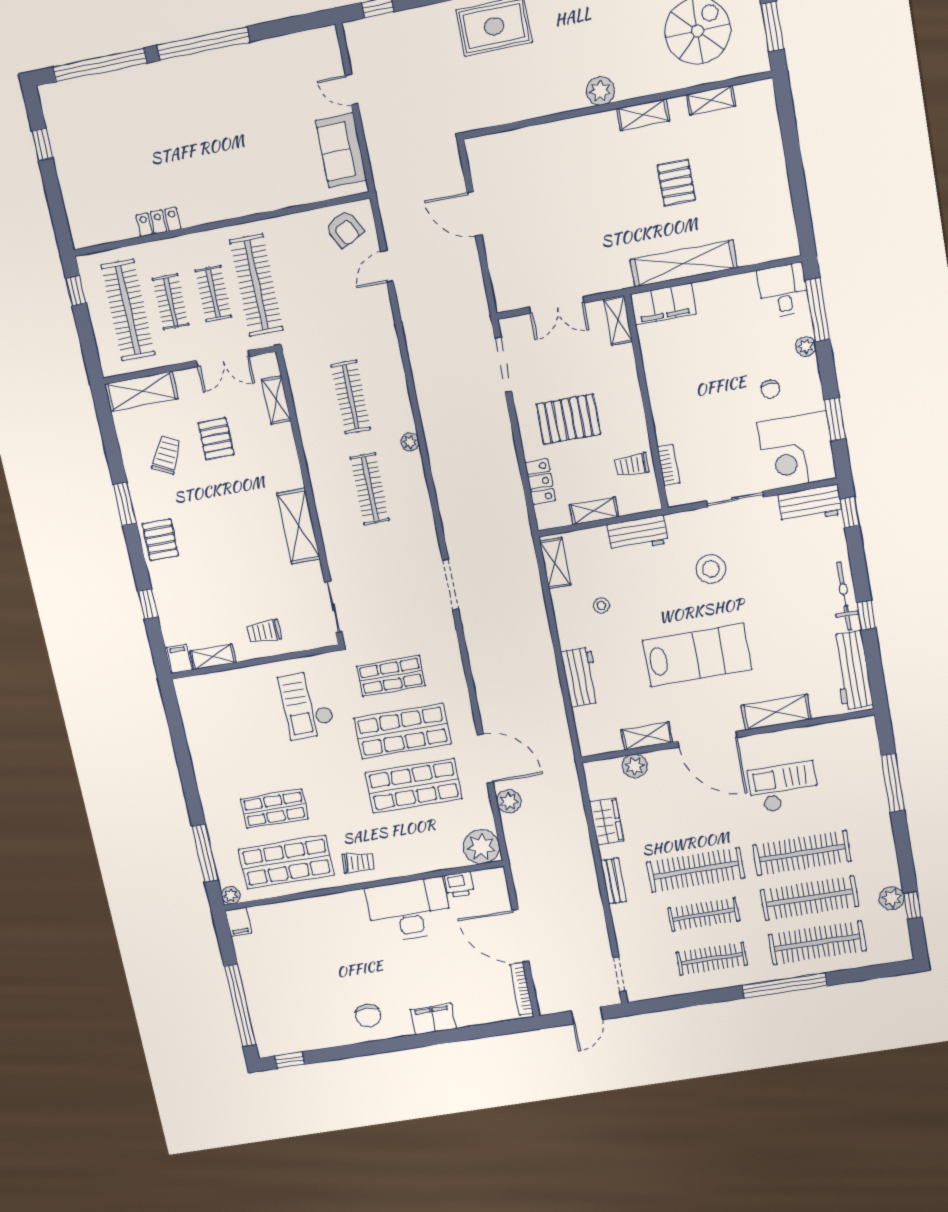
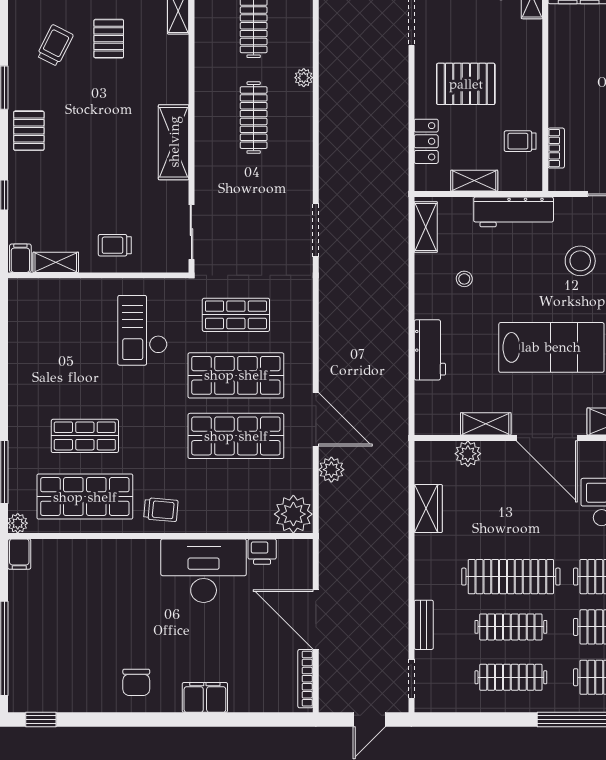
workbench: (638, 534) -> (514, 212), width x1.38
bench: (613, 881) -> (424, 625), moved

